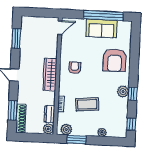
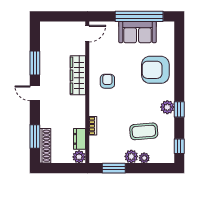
window: (16, 38) -> (35, 63), moved
armchair: (115, 60) -> (155, 70), turned 90
wardrobe: (50, 75) -> (78, 75), moved
coffee table: (87, 104) -> (144, 131), moved
plant: (66, 130) -> (131, 156), moved

